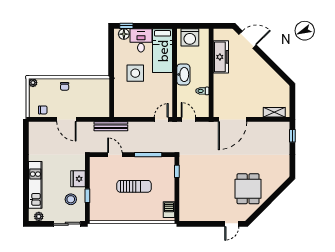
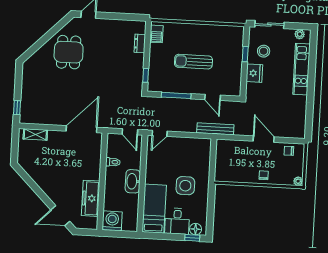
washing machine: (190, 37) -> (112, 221), moved
dresser: (184, 200) -> (140, 43), added

